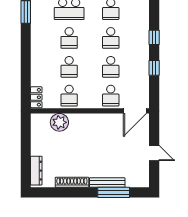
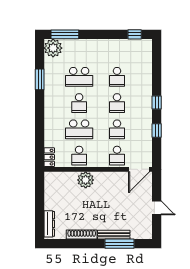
school desk: (69, 67) -> (79, 129), width x1.85
plant: (59, 122) -> (86, 180), moved

